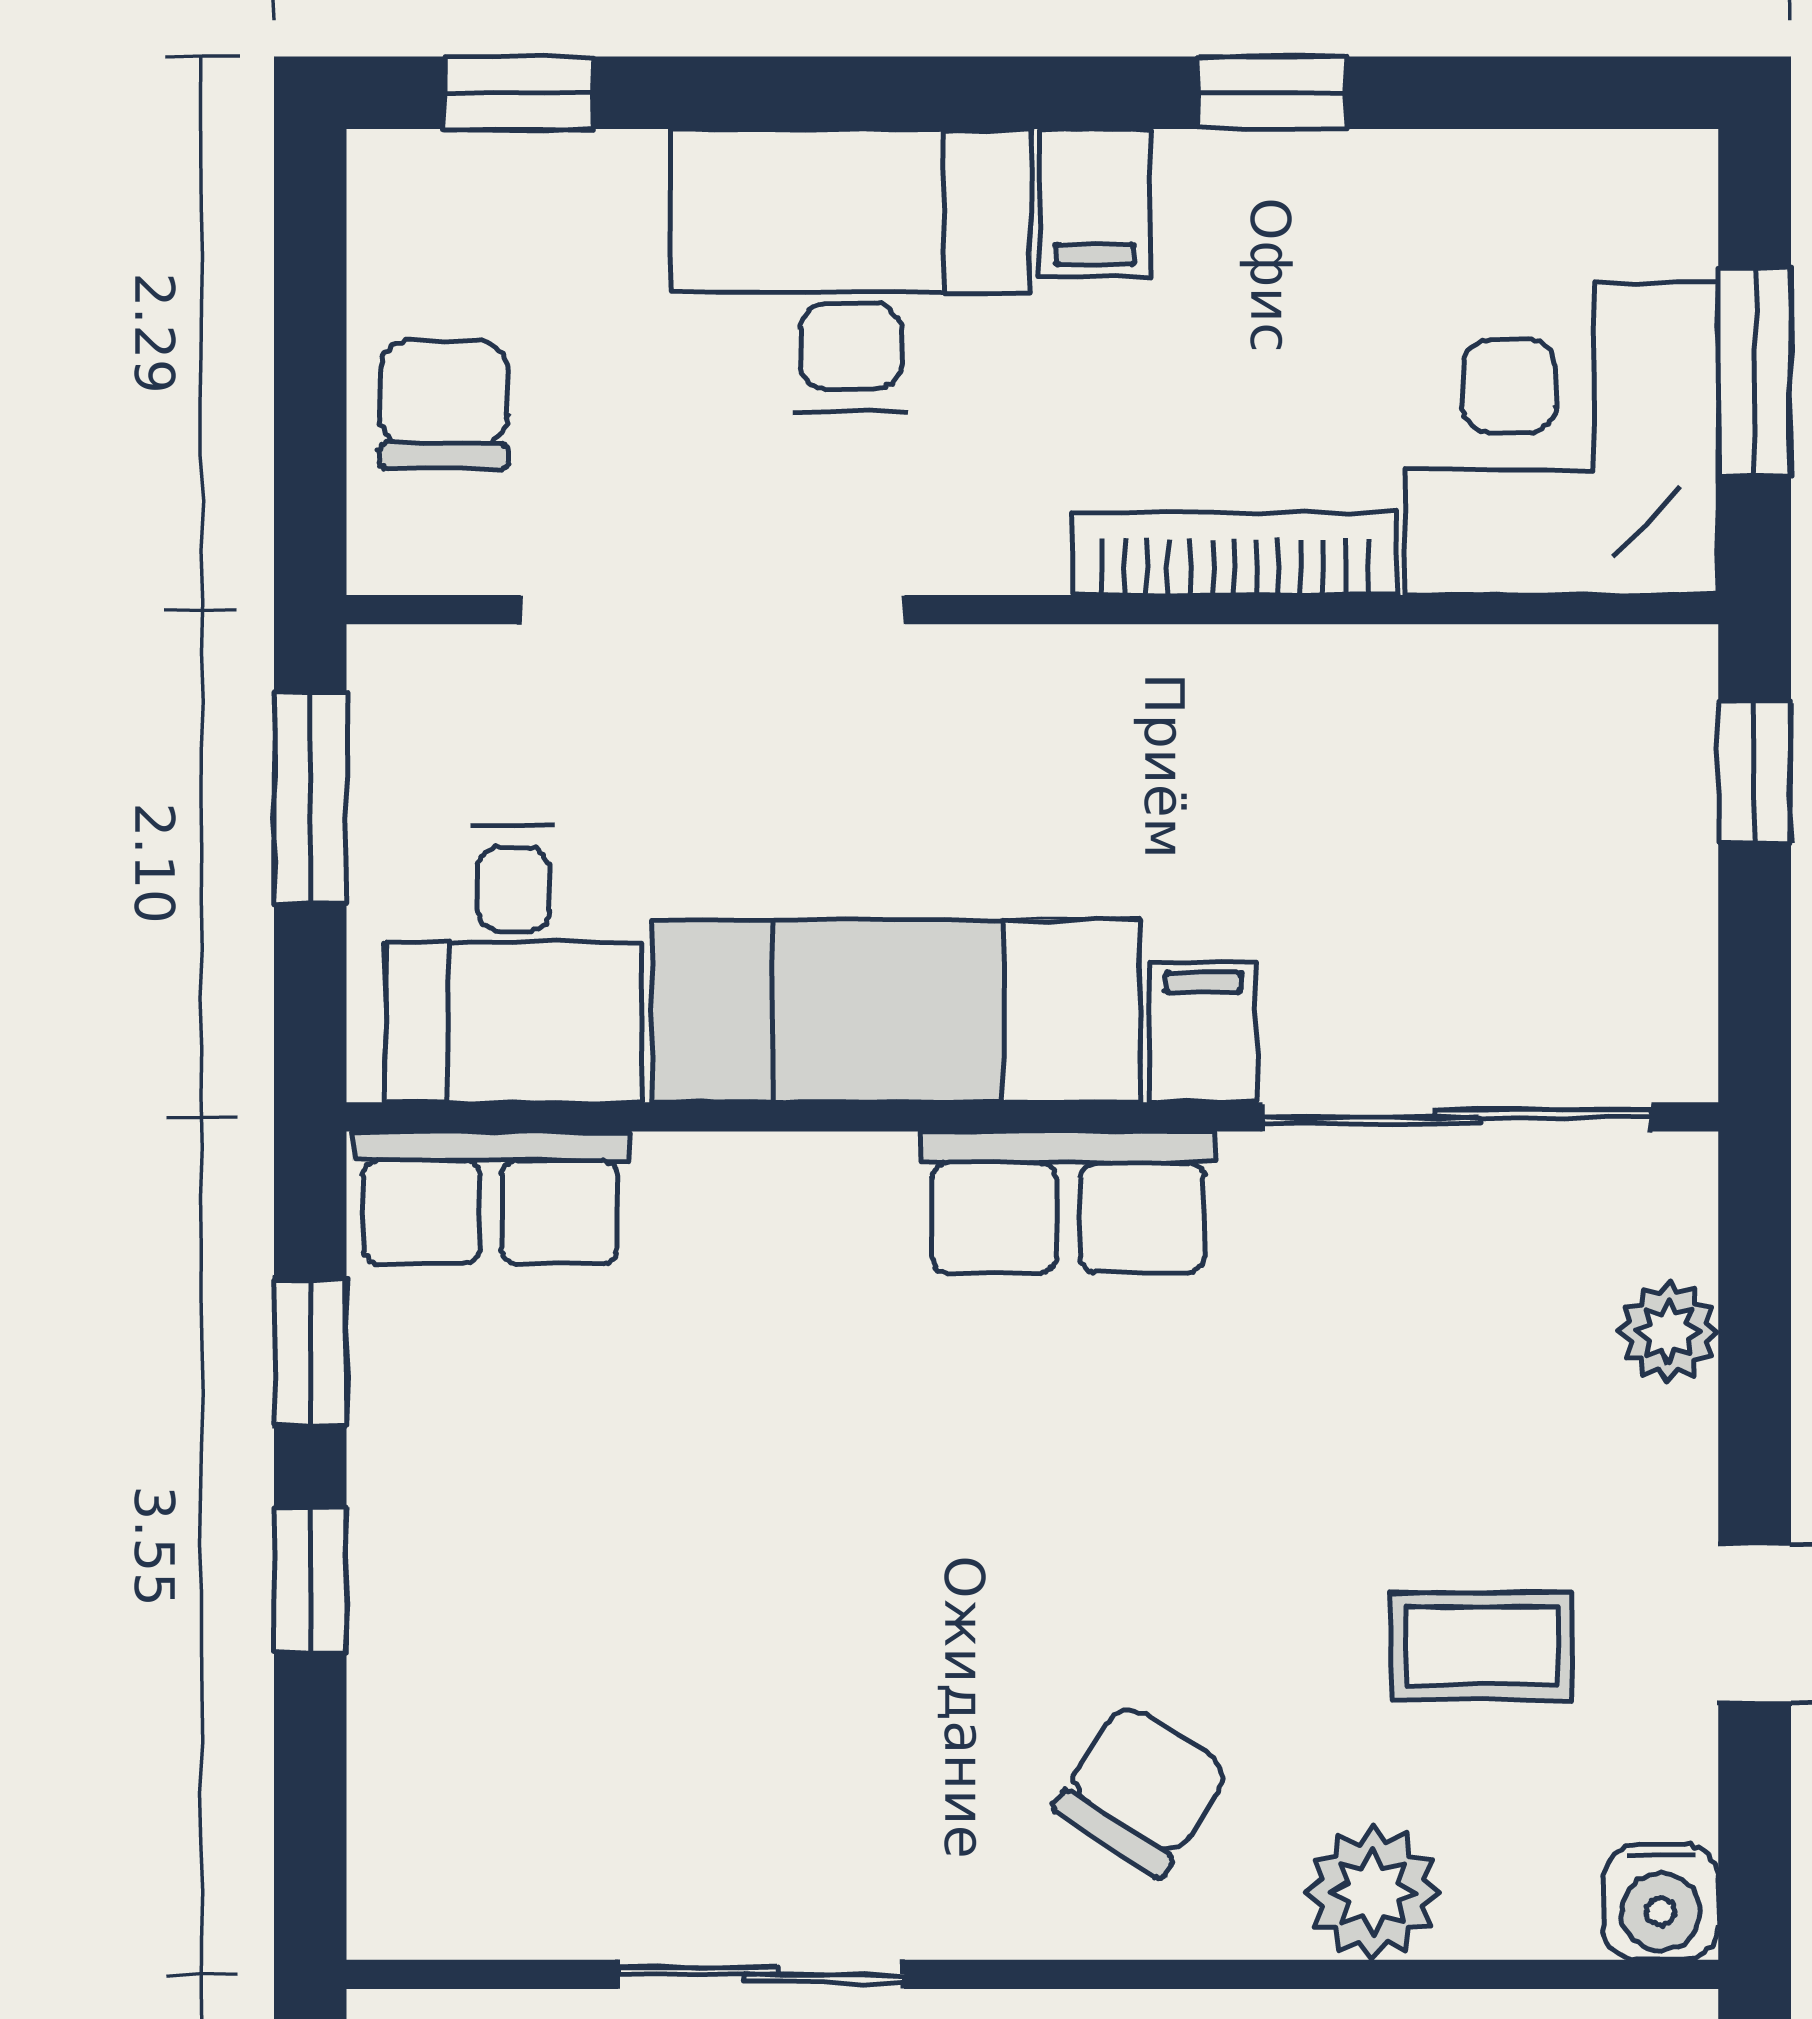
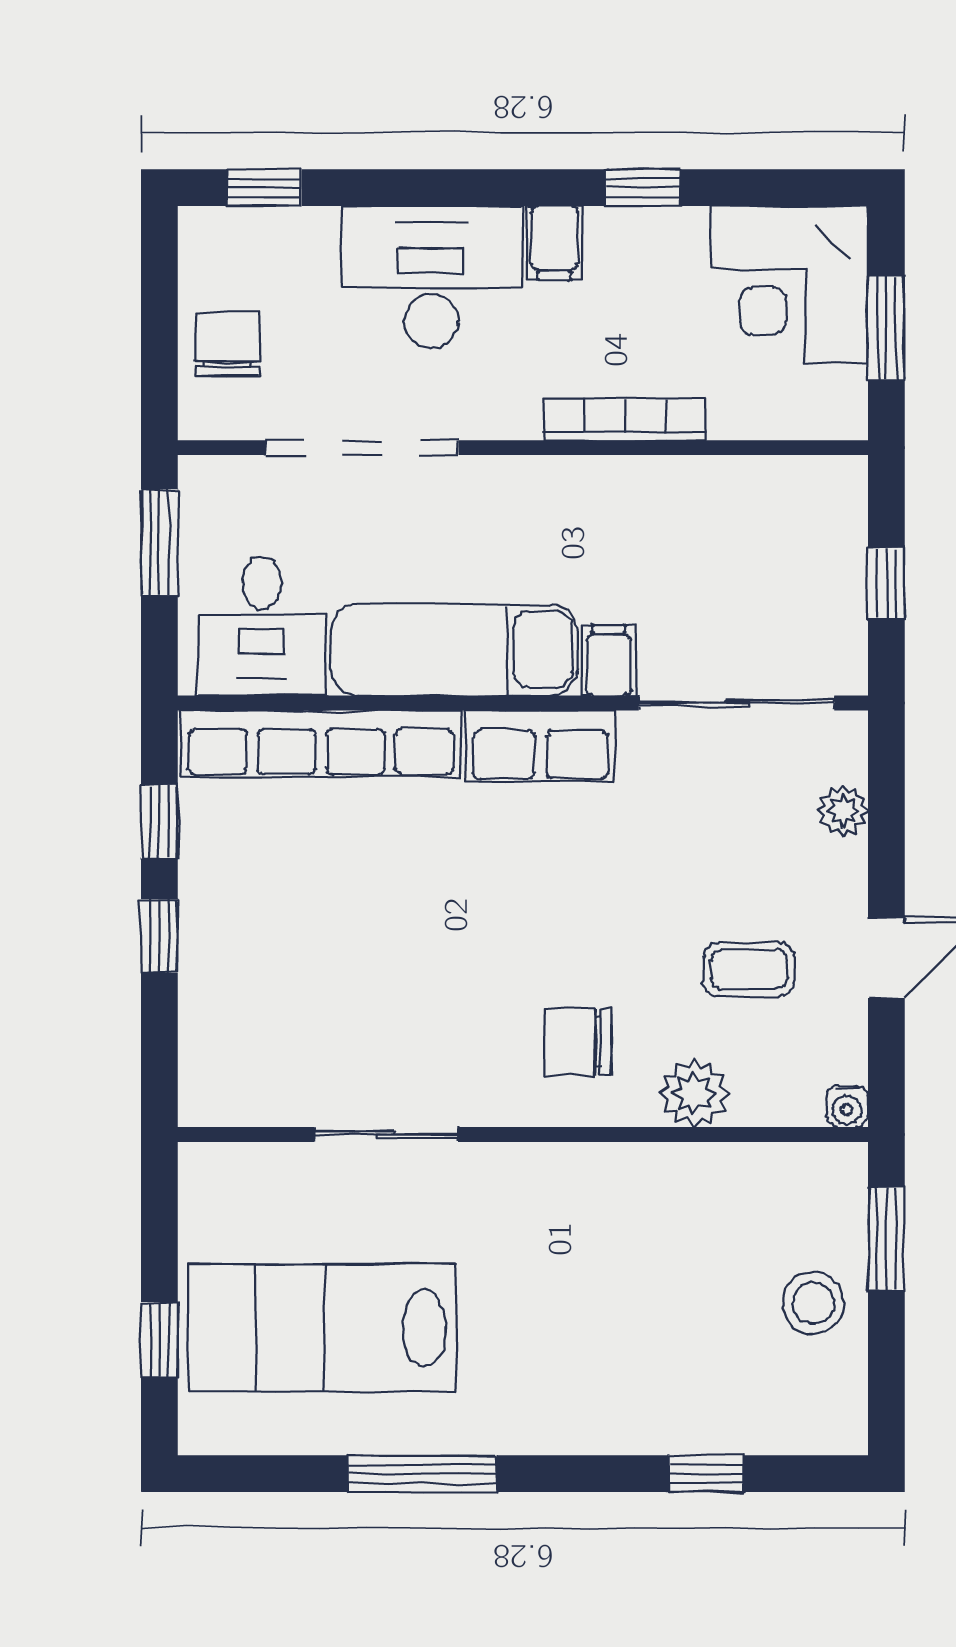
corner desk: (1562, 439) -> (789, 284), moved, turned -90
window: (1755, 772) -> (886, 583), moved
row of seats: (491, 1198) -> (321, 744), width x2.02
chair: (1142, 1790) -> (578, 1042), turned -123
water cooler: (1661, 1902) -> (847, 1106), width x0.72, depth x0.72

